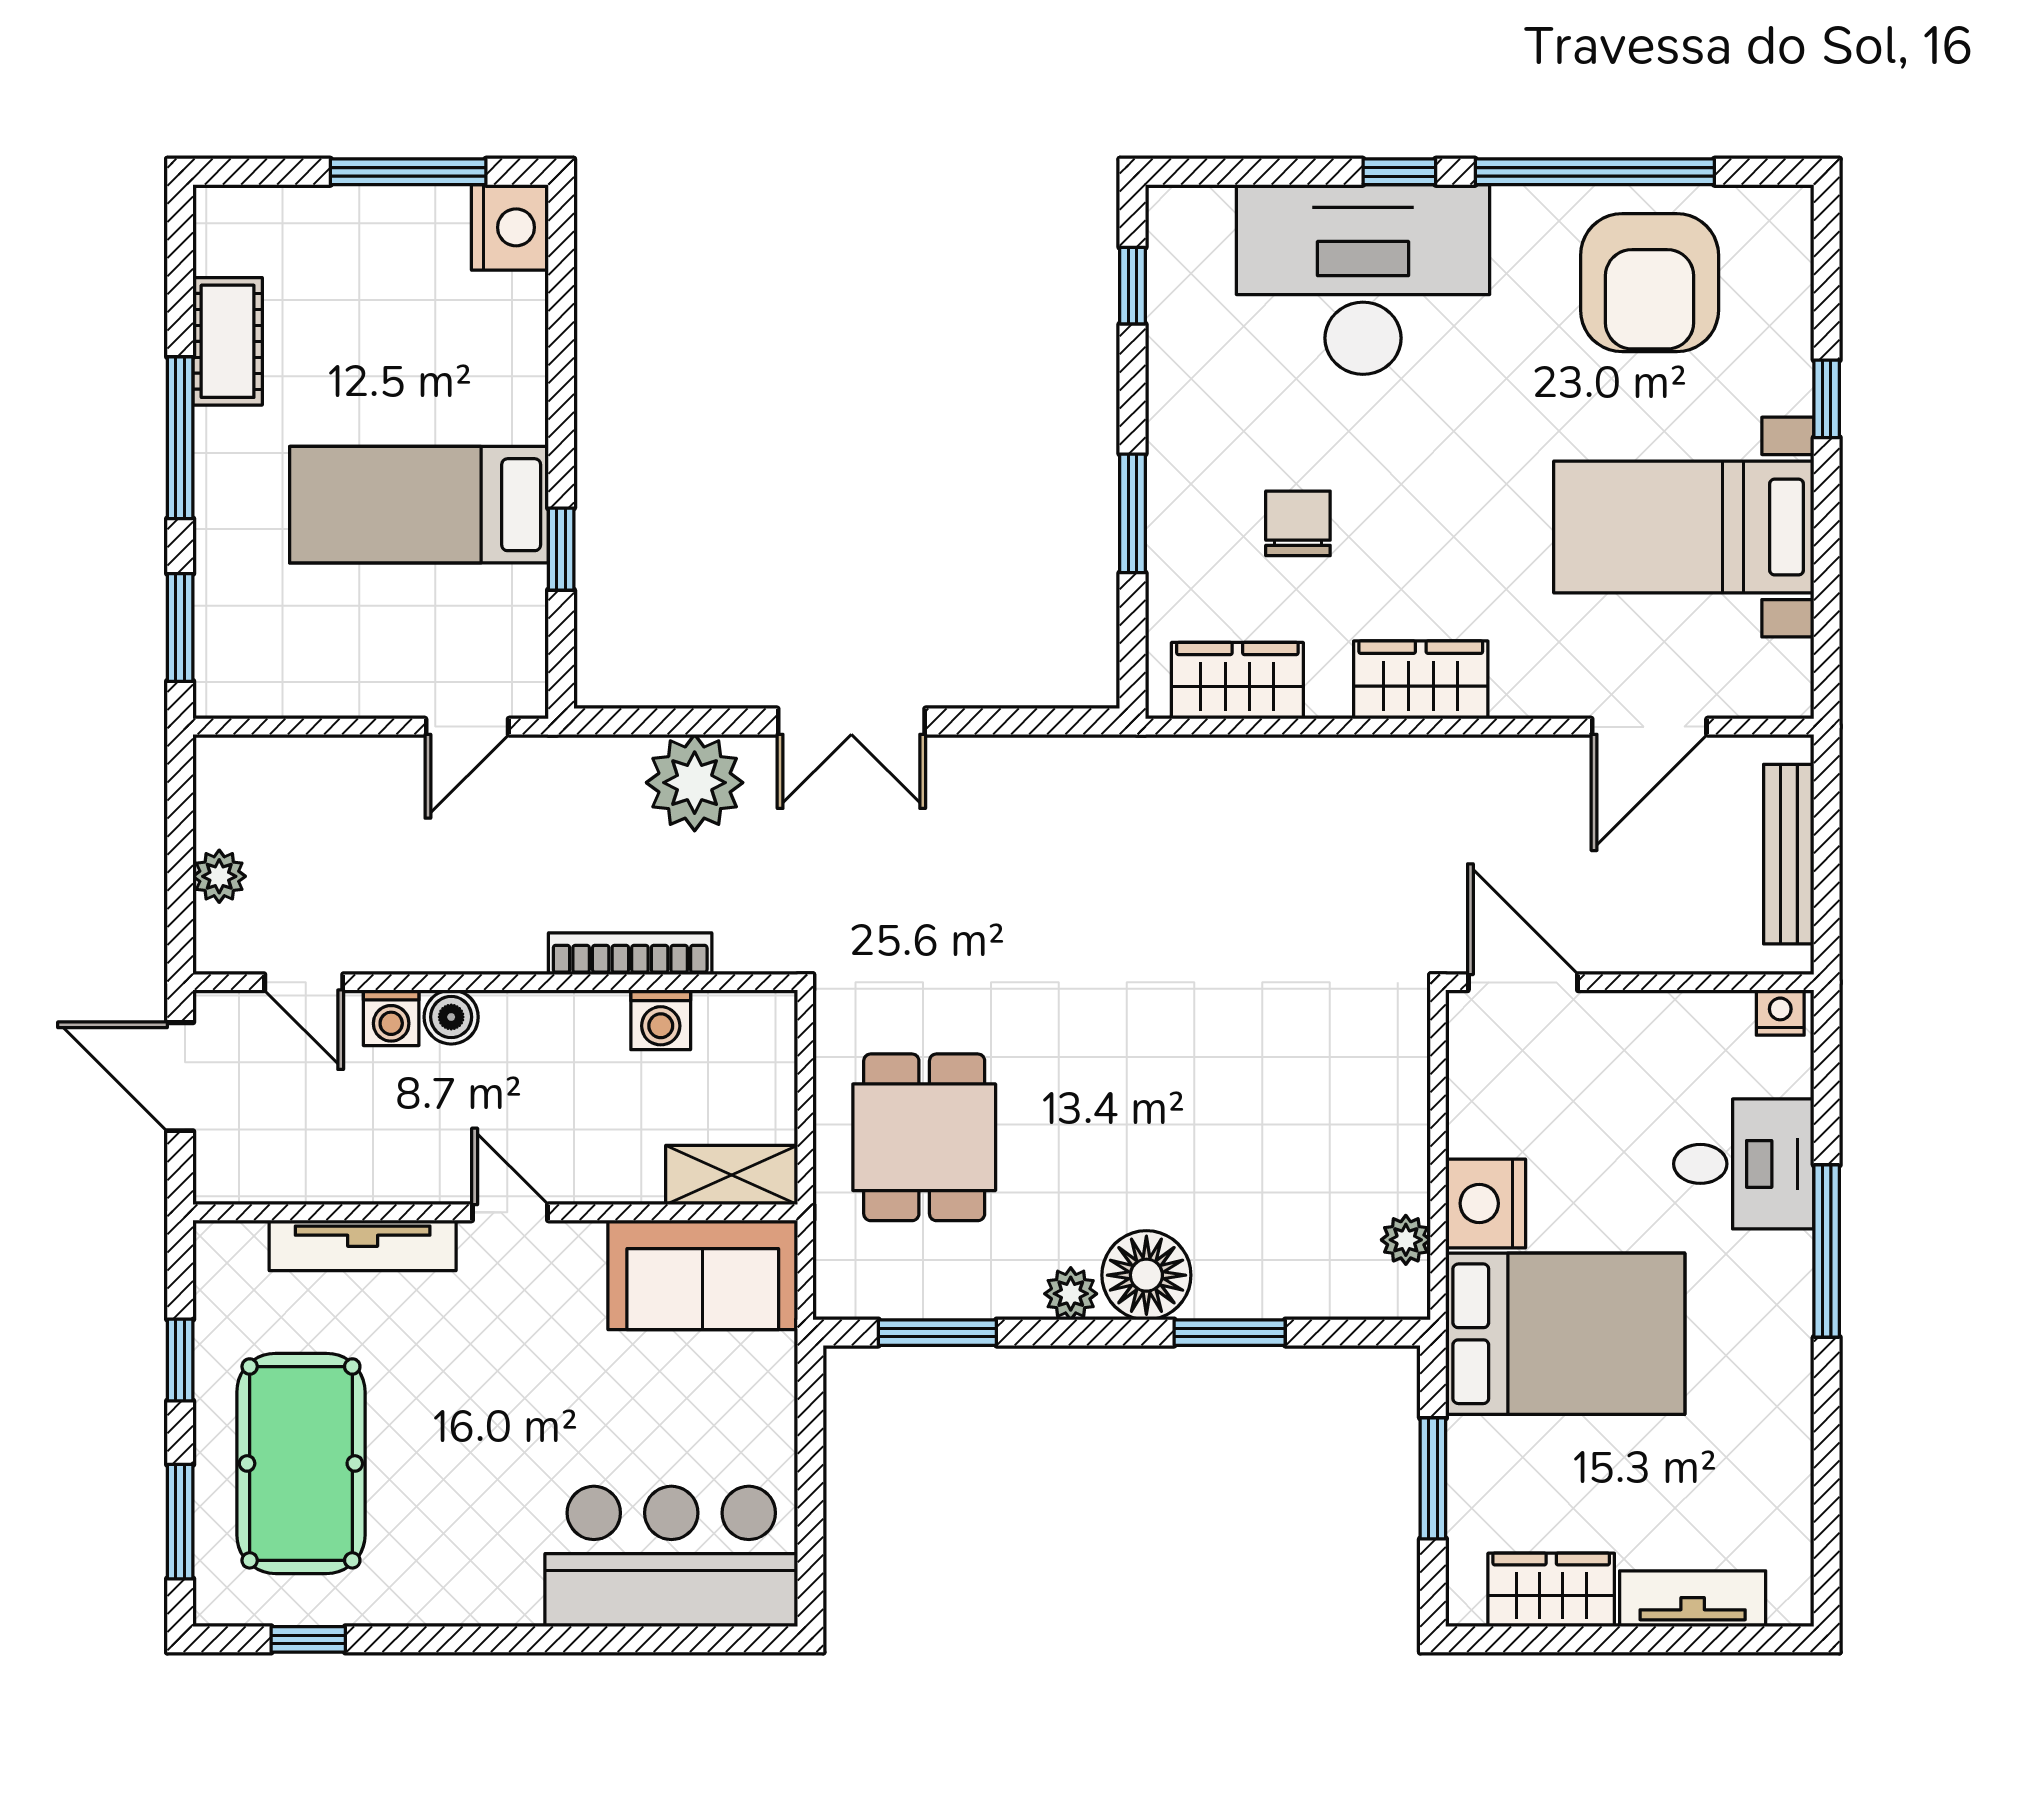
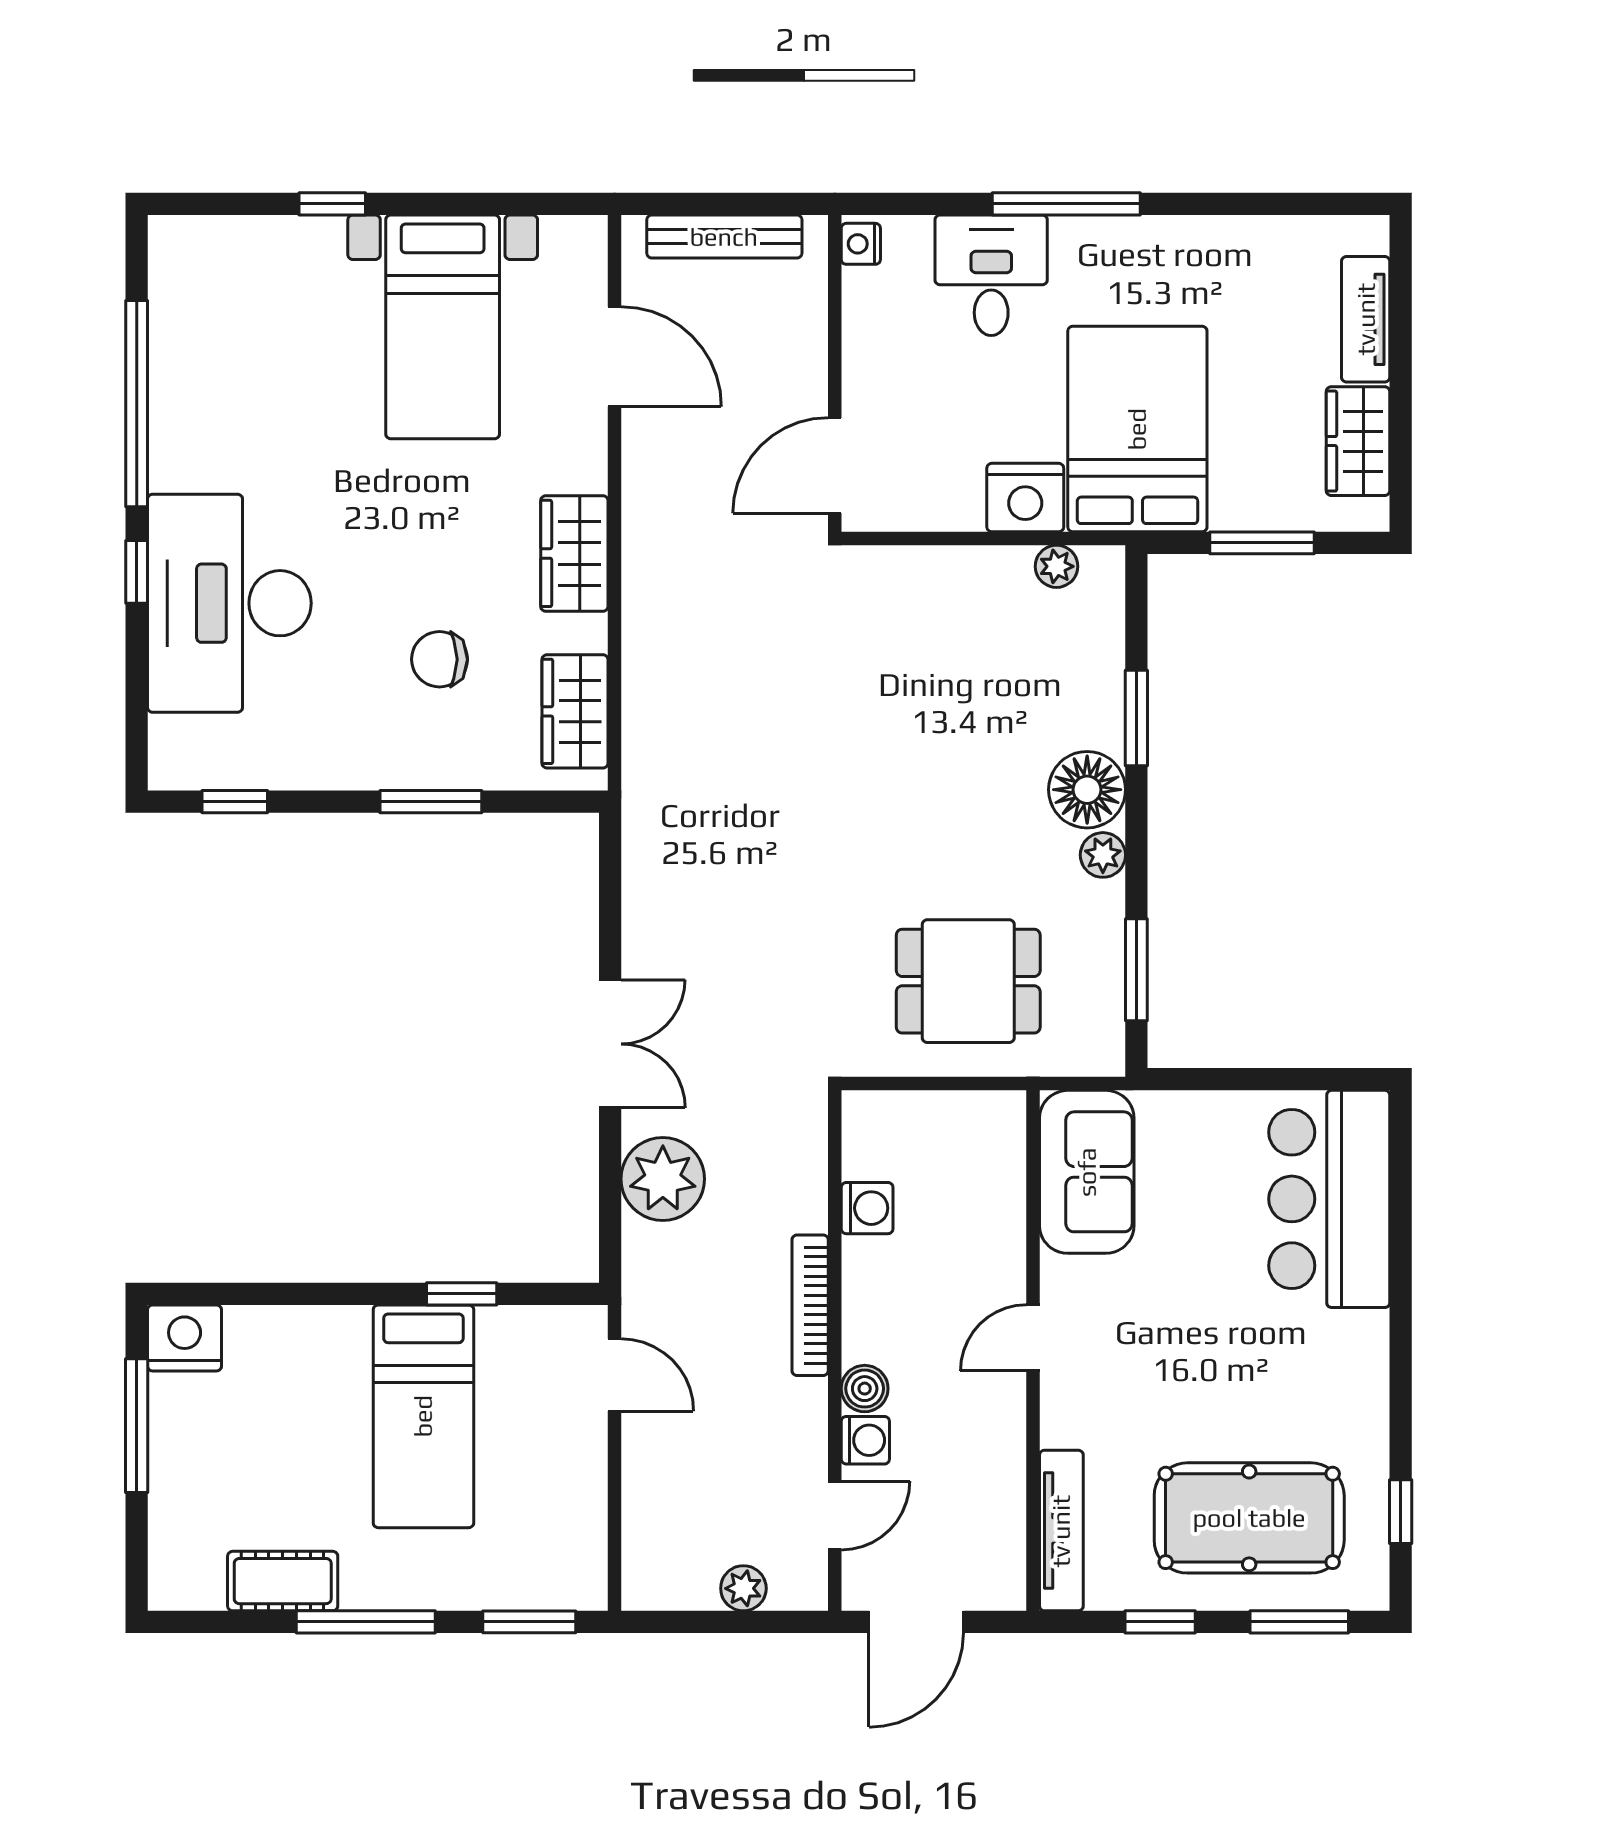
armchair: (1650, 283) -> (232, 356), removed
bookcase: (630, 954) -> (810, 1305), moved
shelving: (732, 1175) -> (1001, 1147), removed
tv unit: (363, 1245) -> (1061, 1531), moved

